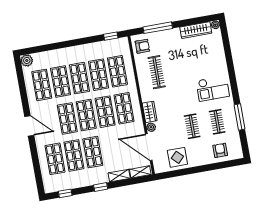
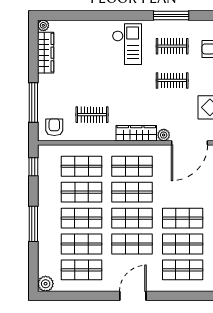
window: (69, 44) -> (33, 224), added
clothes rail: (157, 72) -> (92, 115), width x0.73
wardrobe: (150, 112) -> (136, 133), width x1.50

